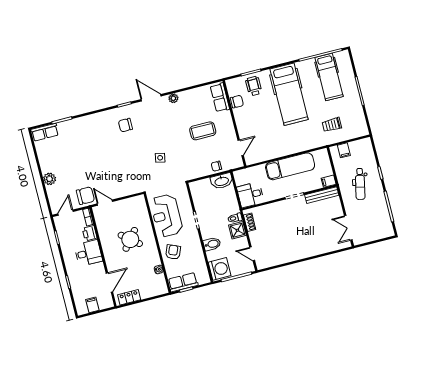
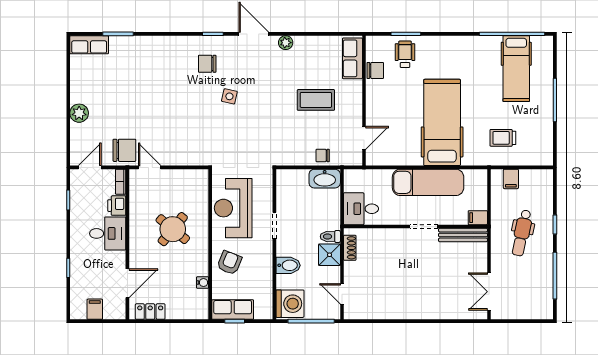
hospital bed: (289, 94) -> (442, 122), moved, turned 180
side table: (160, 158) -> (229, 96), moved

